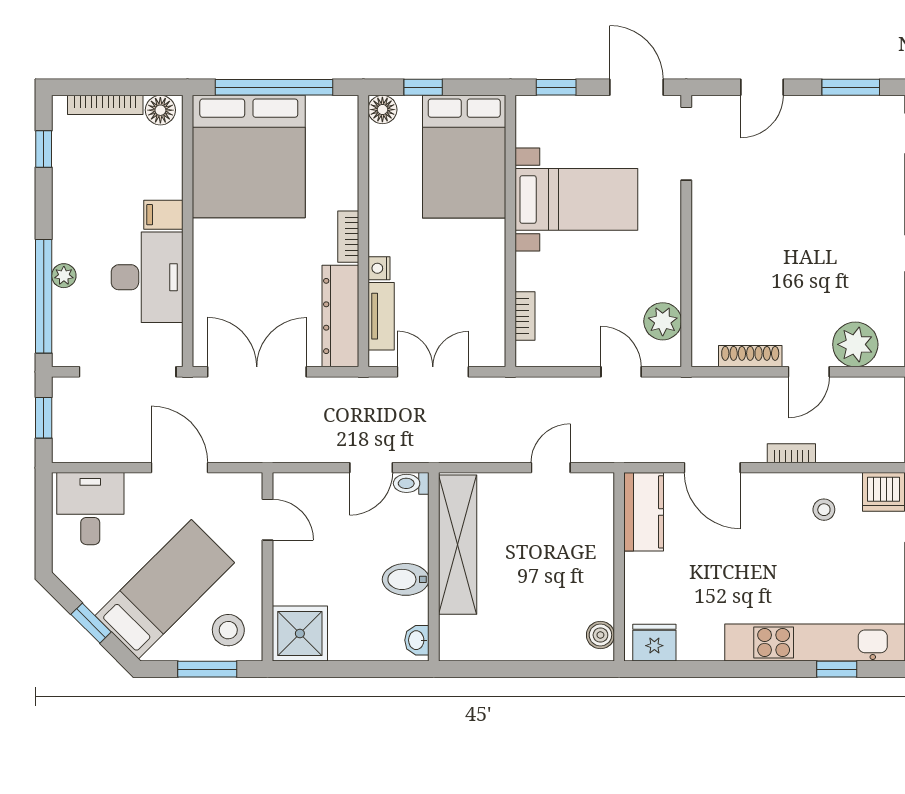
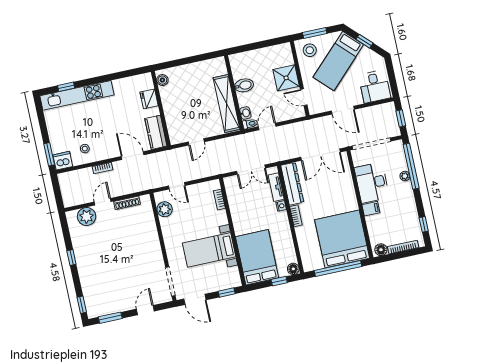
shower: (300, 633) -> (286, 78), moved
washbasin: (417, 640) -> (245, 113), moved
fridge: (654, 643) -> (149, 99), moved, turned 90

